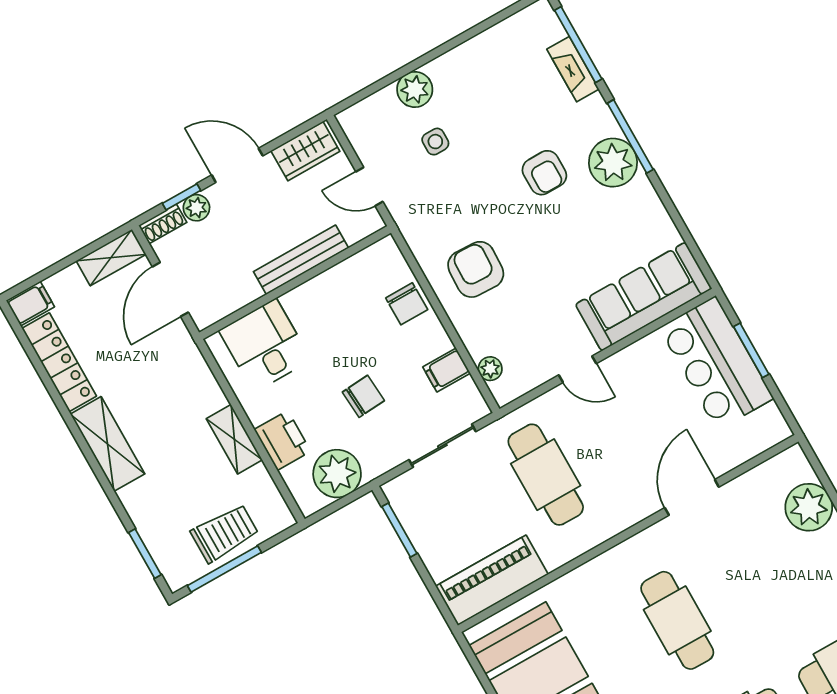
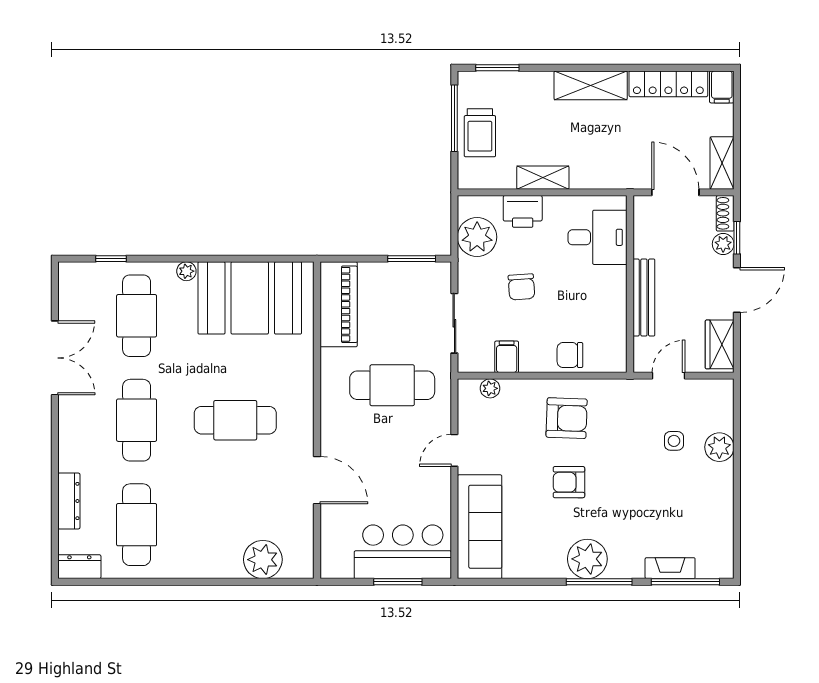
armchair: (544, 173) -> (569, 482), moved

